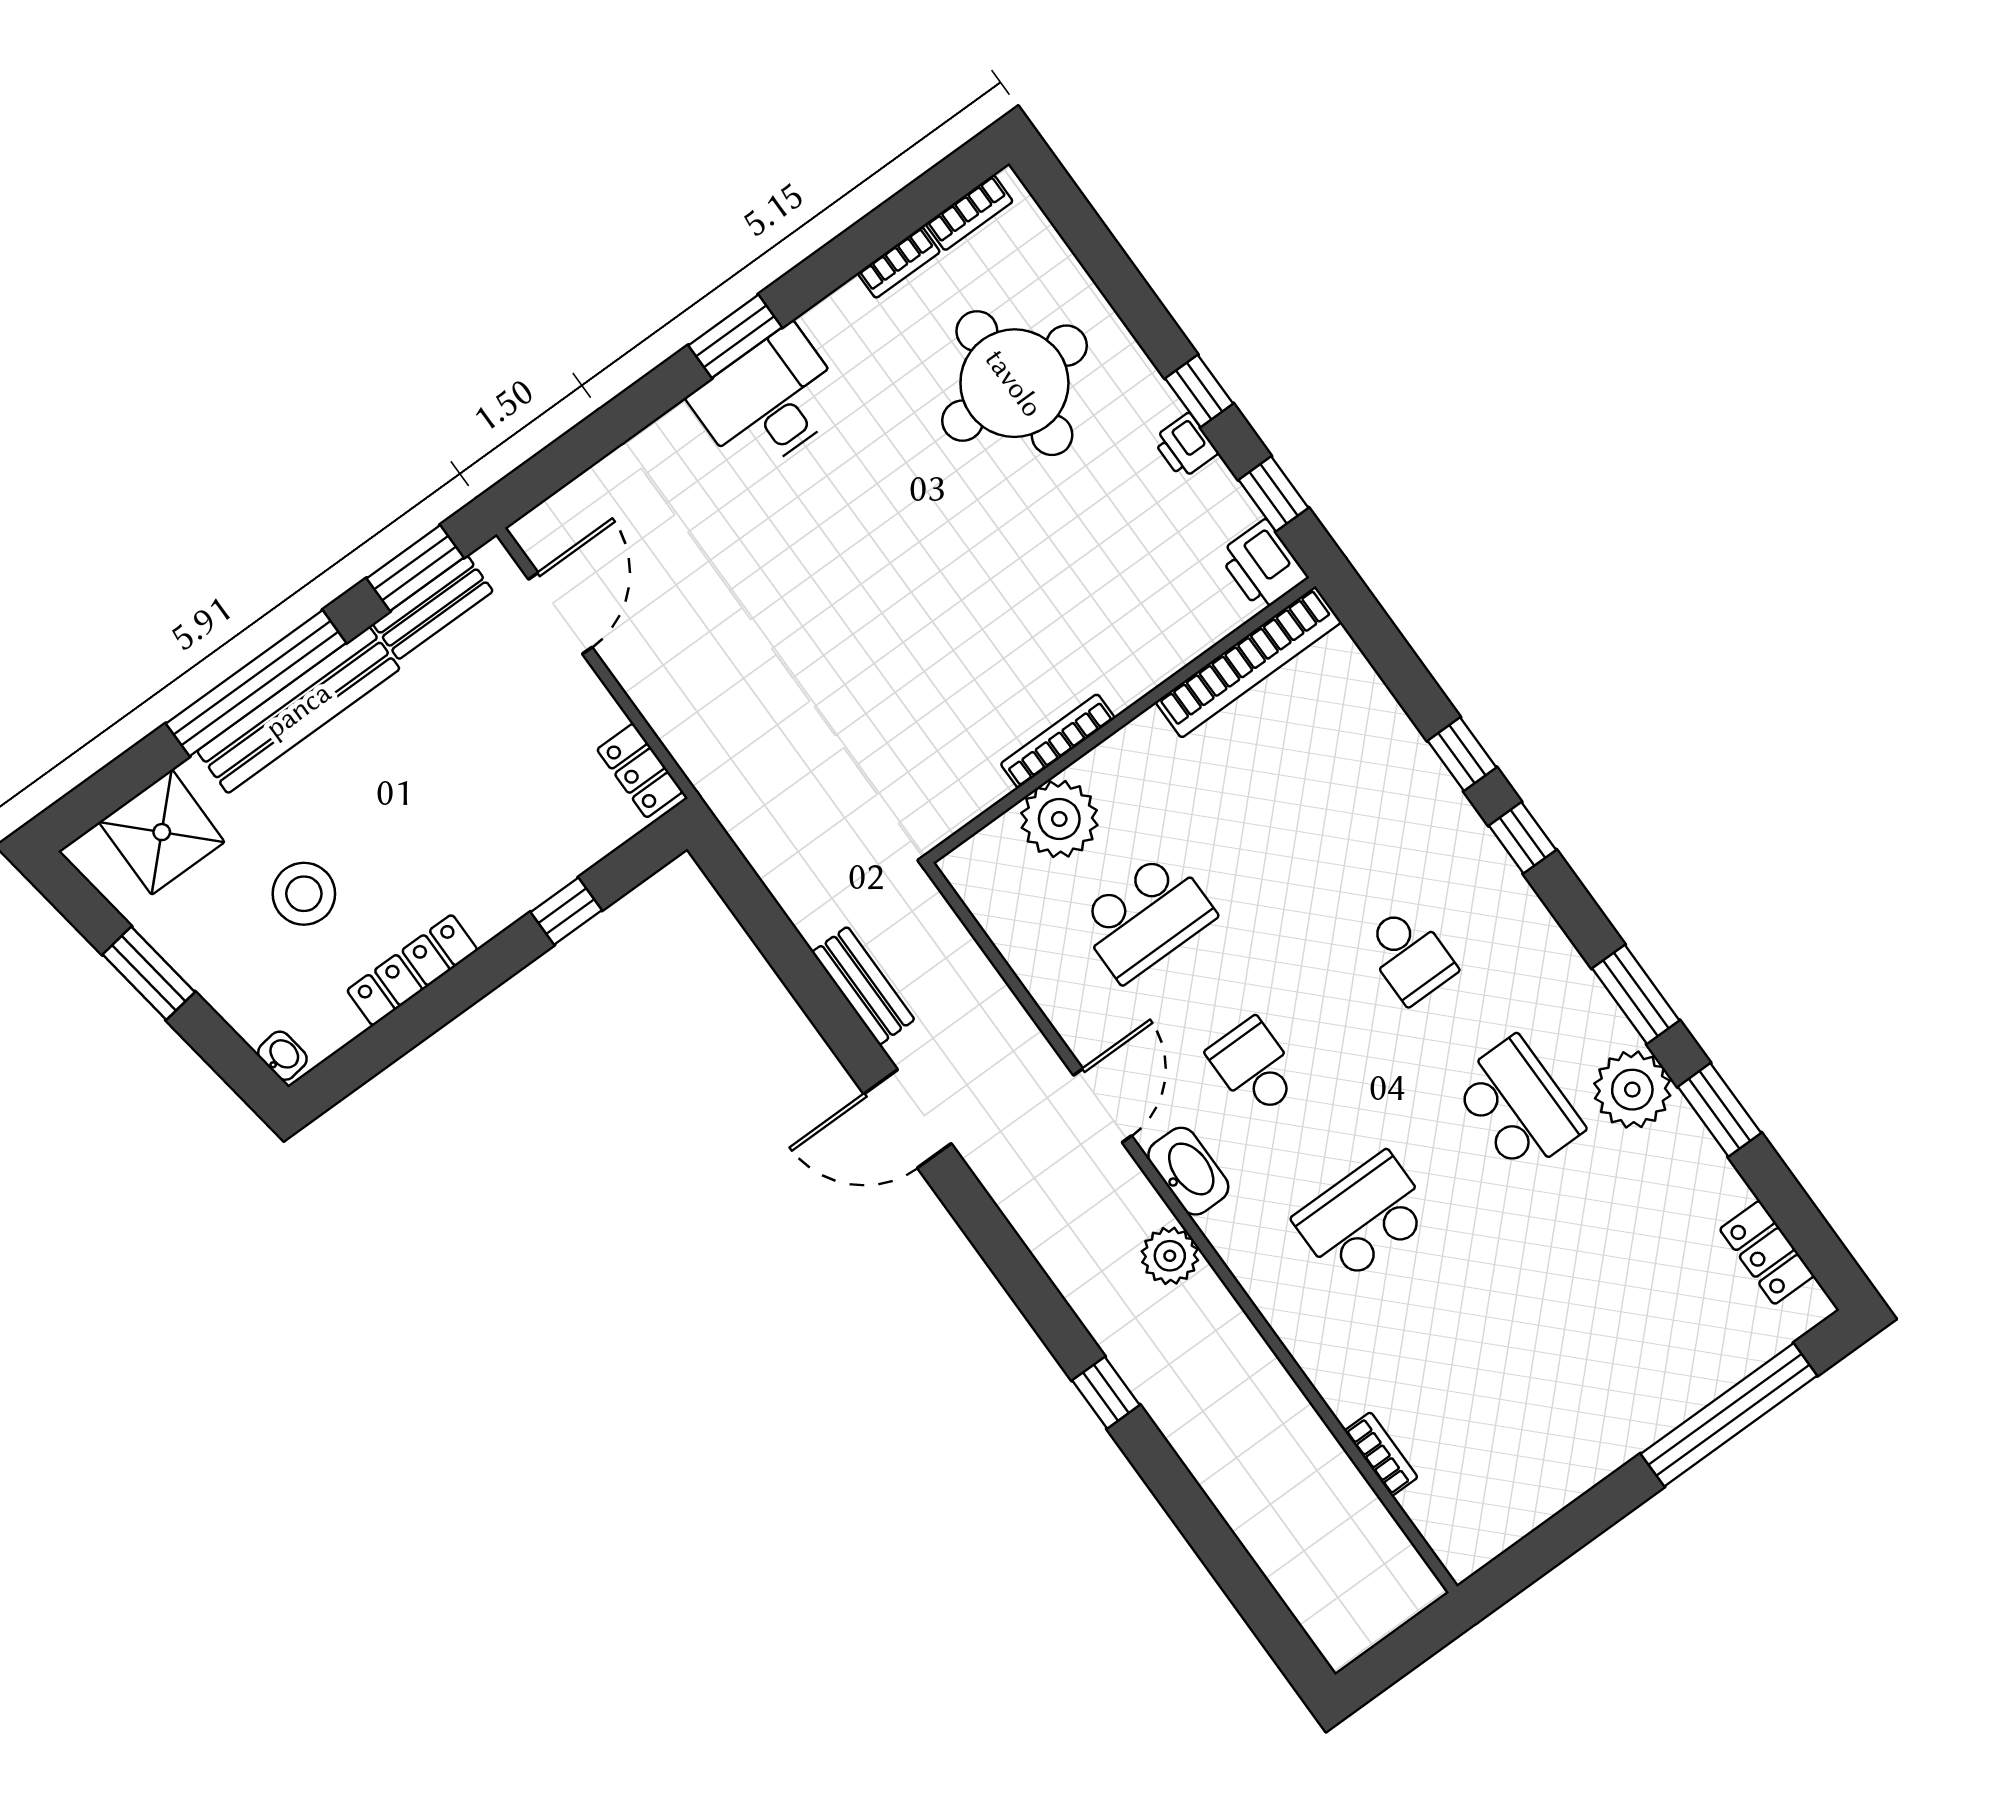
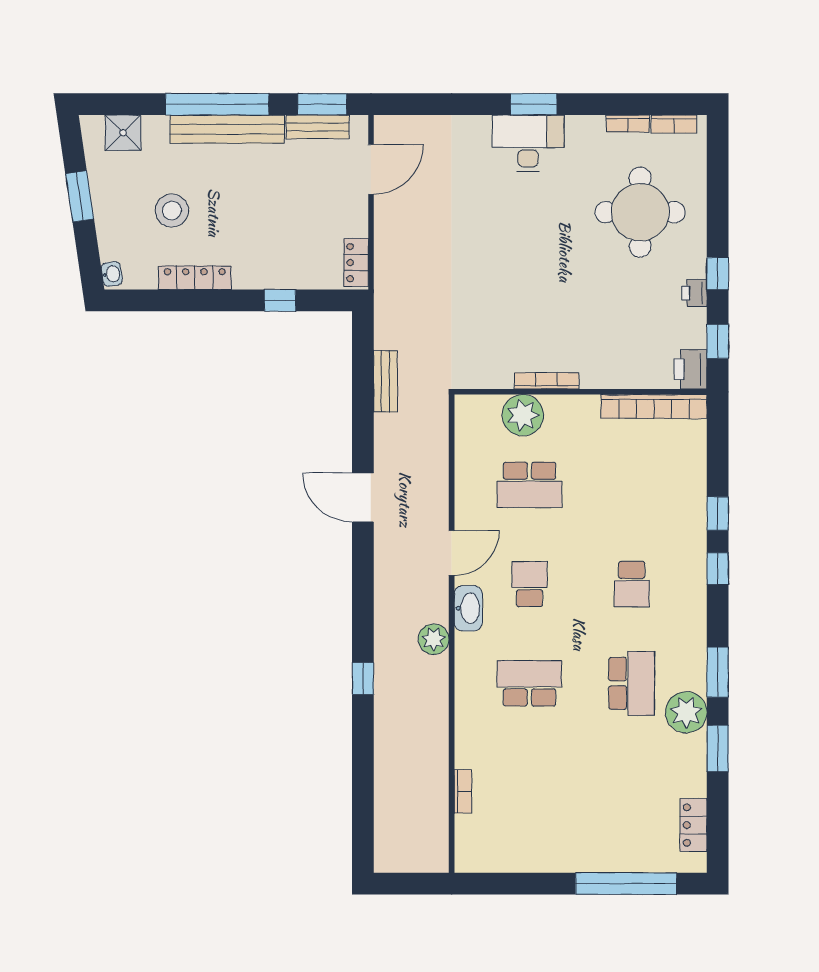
shower: (162, 832) -> (123, 133), width x0.73, depth x0.73
bench: (863, 986) -> (385, 381), moved

